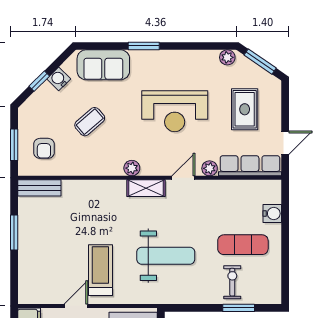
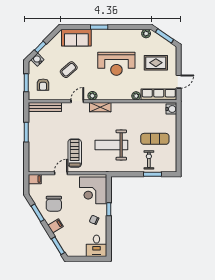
water cooler: (59, 79) -> (37, 60), moved
rug: (245, 109) -> (156, 63), turned 90
door: (183, 178) -> (77, 101), moved
bench: (39, 188) -> (45, 107), width x1.36
water cooler: (272, 213) -> (171, 109), moved
weight bench: (166, 256) -> (111, 145), turned 180

